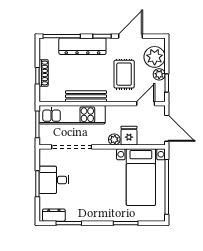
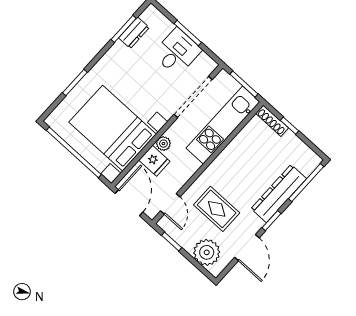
shoe rack: (44, 73) -> (272, 121), moved
plant: (159, 74) -> (186, 242), removed
bench: (86, 96) -> (228, 154), removed
door: (167, 128) -> (129, 203), swing flipped
bed with nightstands: (141, 177) -> (113, 128), width x1.36
dresser: (54, 215) -> (134, 33), moved

